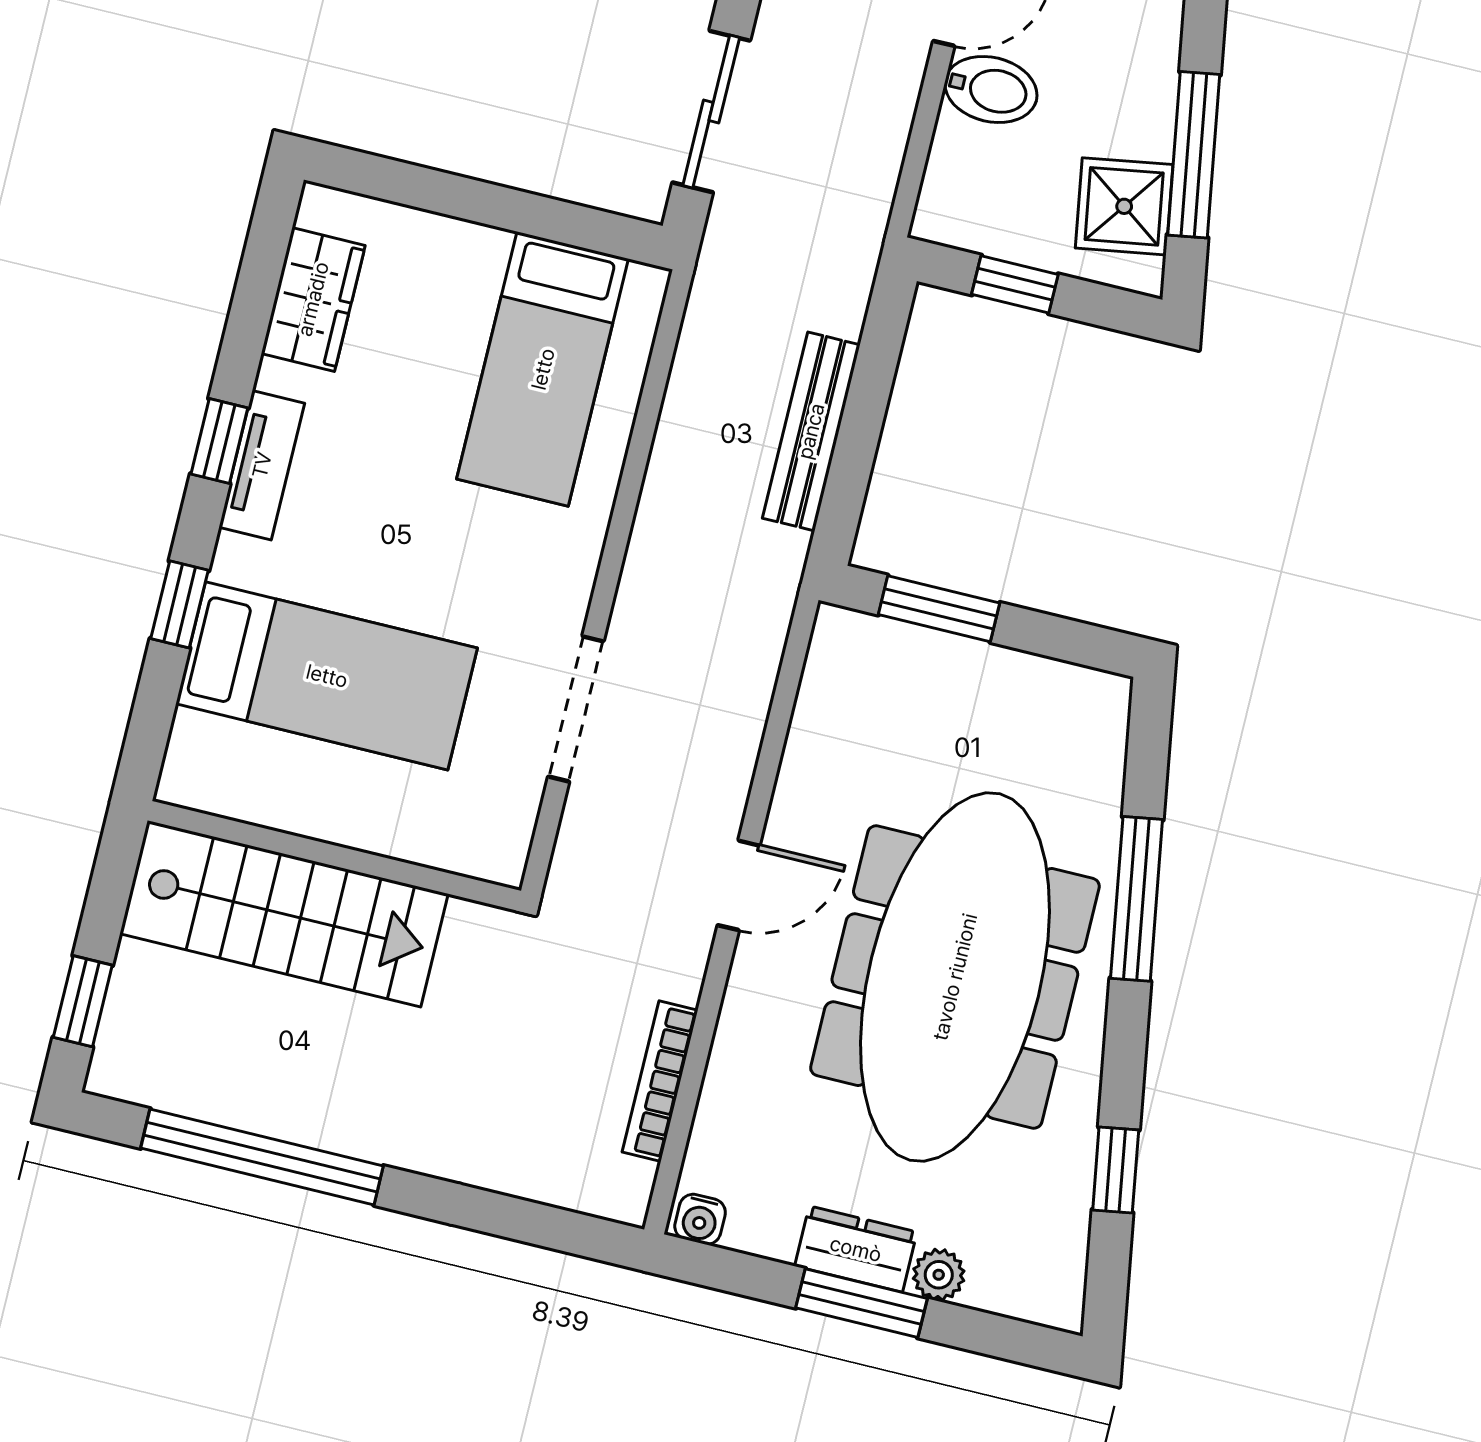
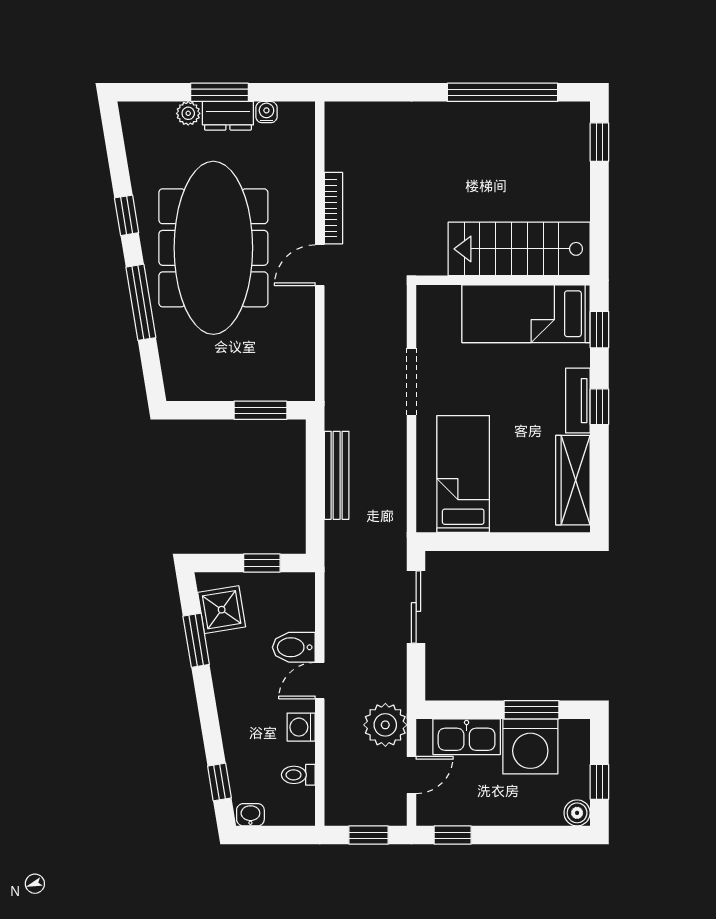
window: (1194, 155) -> (196, 640), width x0.69
wardrobe: (313, 299) -> (573, 480), width x1.50
doorway: (576, 709) -> (411, 382), moved
wall: (334, 856) -> (503, 280), moved
stairs: (284, 914) -> (519, 249), moved
bookcase: (660, 1081) -> (333, 208), moved
window: (1116, 1170) -> (127, 215), moved
water cooler: (700, 1219) -> (266, 112), moved

